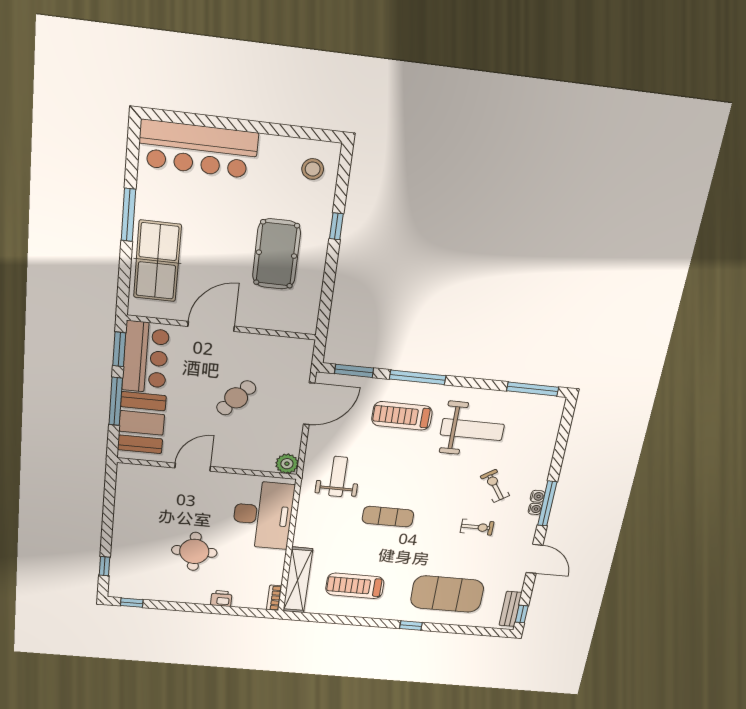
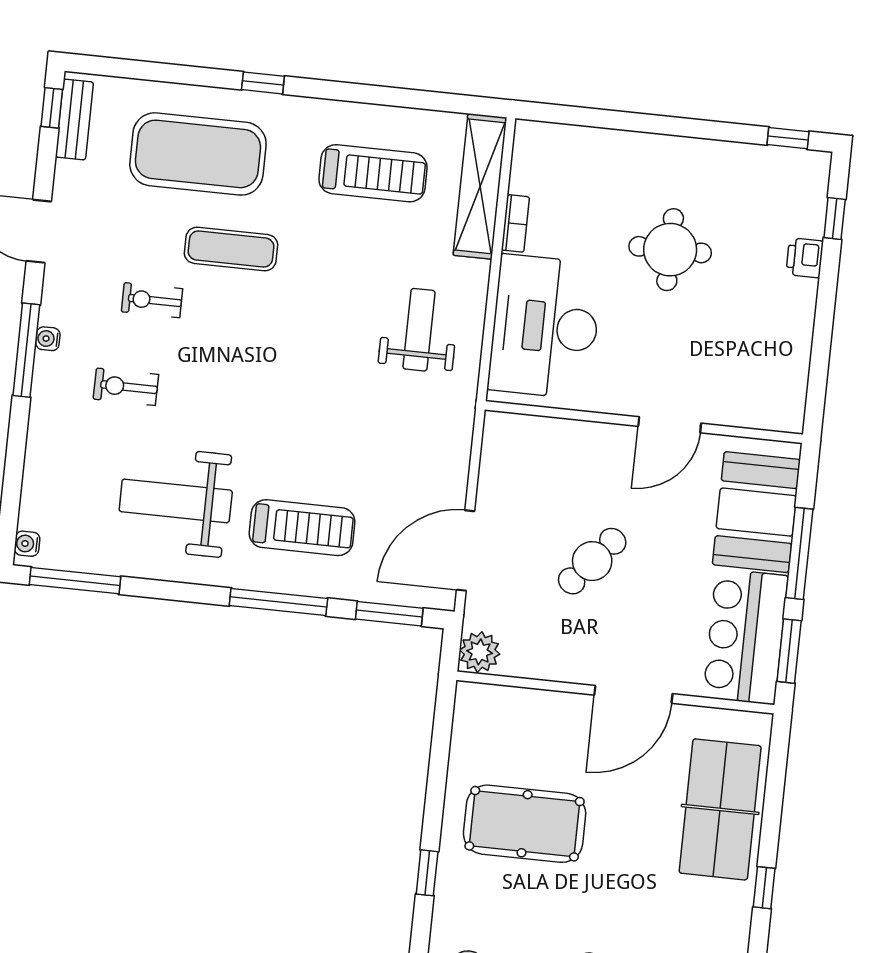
window: (128, 215) -> (764, 888), width x0.46
pool table: (276, 254) -> (525, 824), turned 90
plant: (287, 464) -> (480, 652), moved
weight bench: (338, 477) -> (419, 330), moved, turned 180
exercise bike: (495, 486) -> (126, 387), turned 124
water cooler: (538, 496) -> (27, 544), moved
exercise mat: (388, 517) -> (231, 249), moved
printer: (221, 598) -> (805, 258), moved, turned 90
bookcase: (274, 598) -> (515, 223), moved

